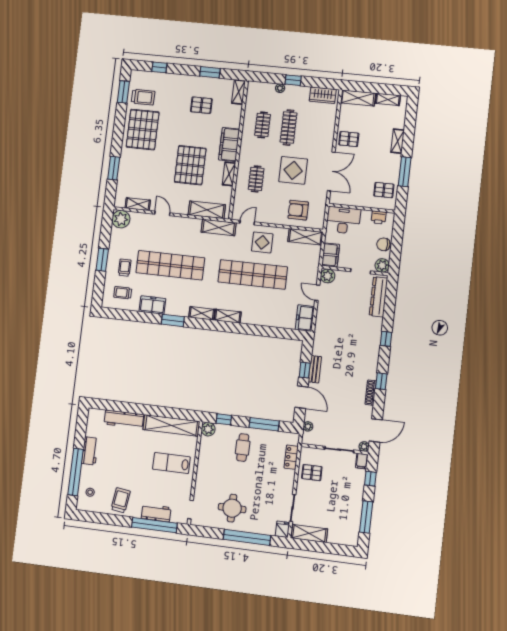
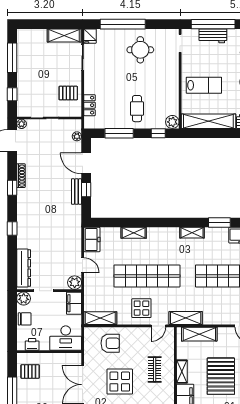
shelving: (228, 316) -> (134, 233), moved
filing cabinet: (362, 461) -> (22, 110), removed

